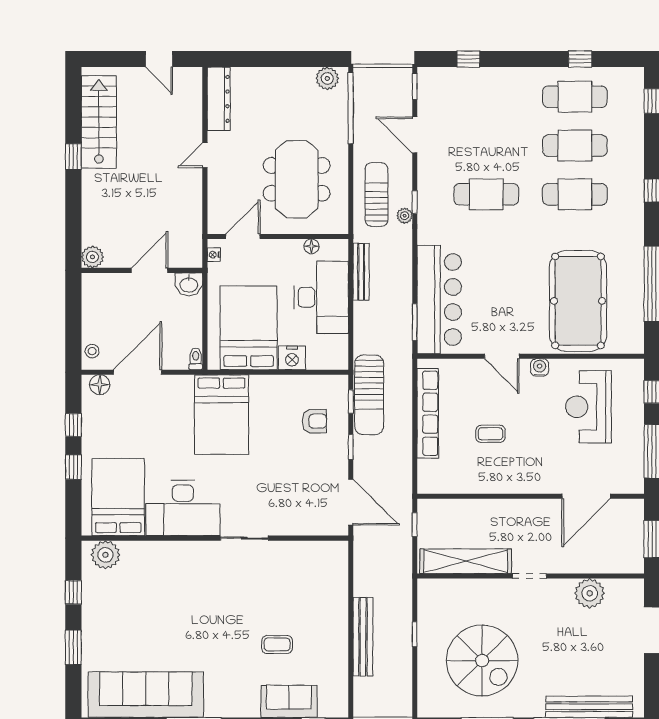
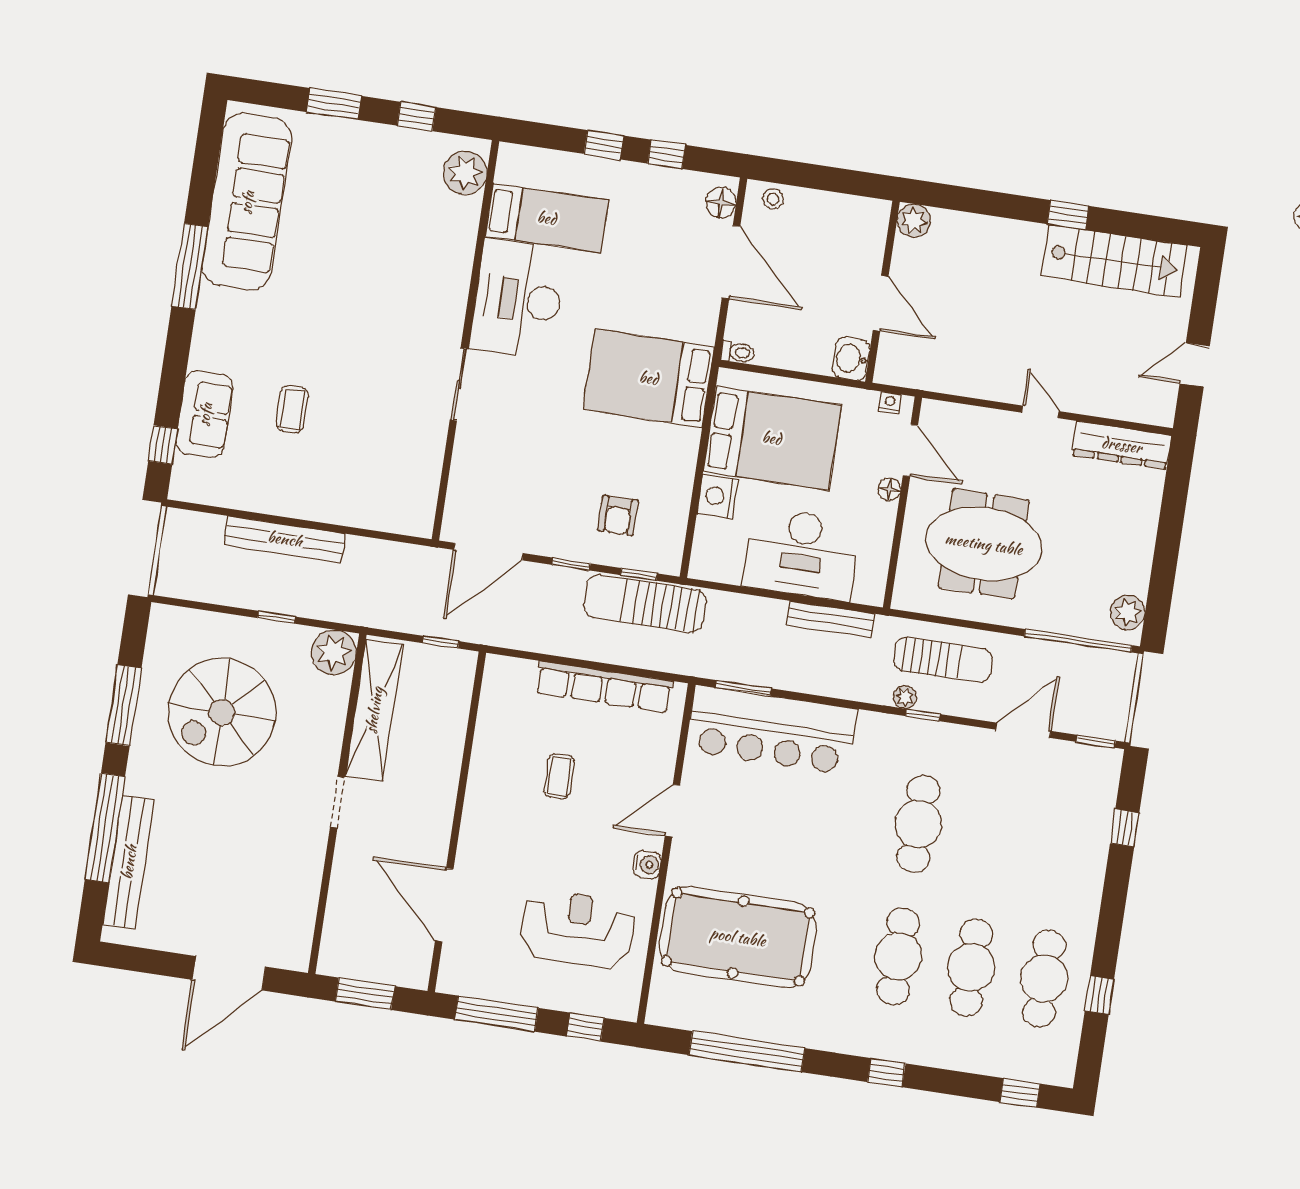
floor lamp: (311, 246) -> (889, 489), moved
bed: (118, 497) -> (547, 218), width x0.67
plant: (590, 593) -> (334, 652), moved

